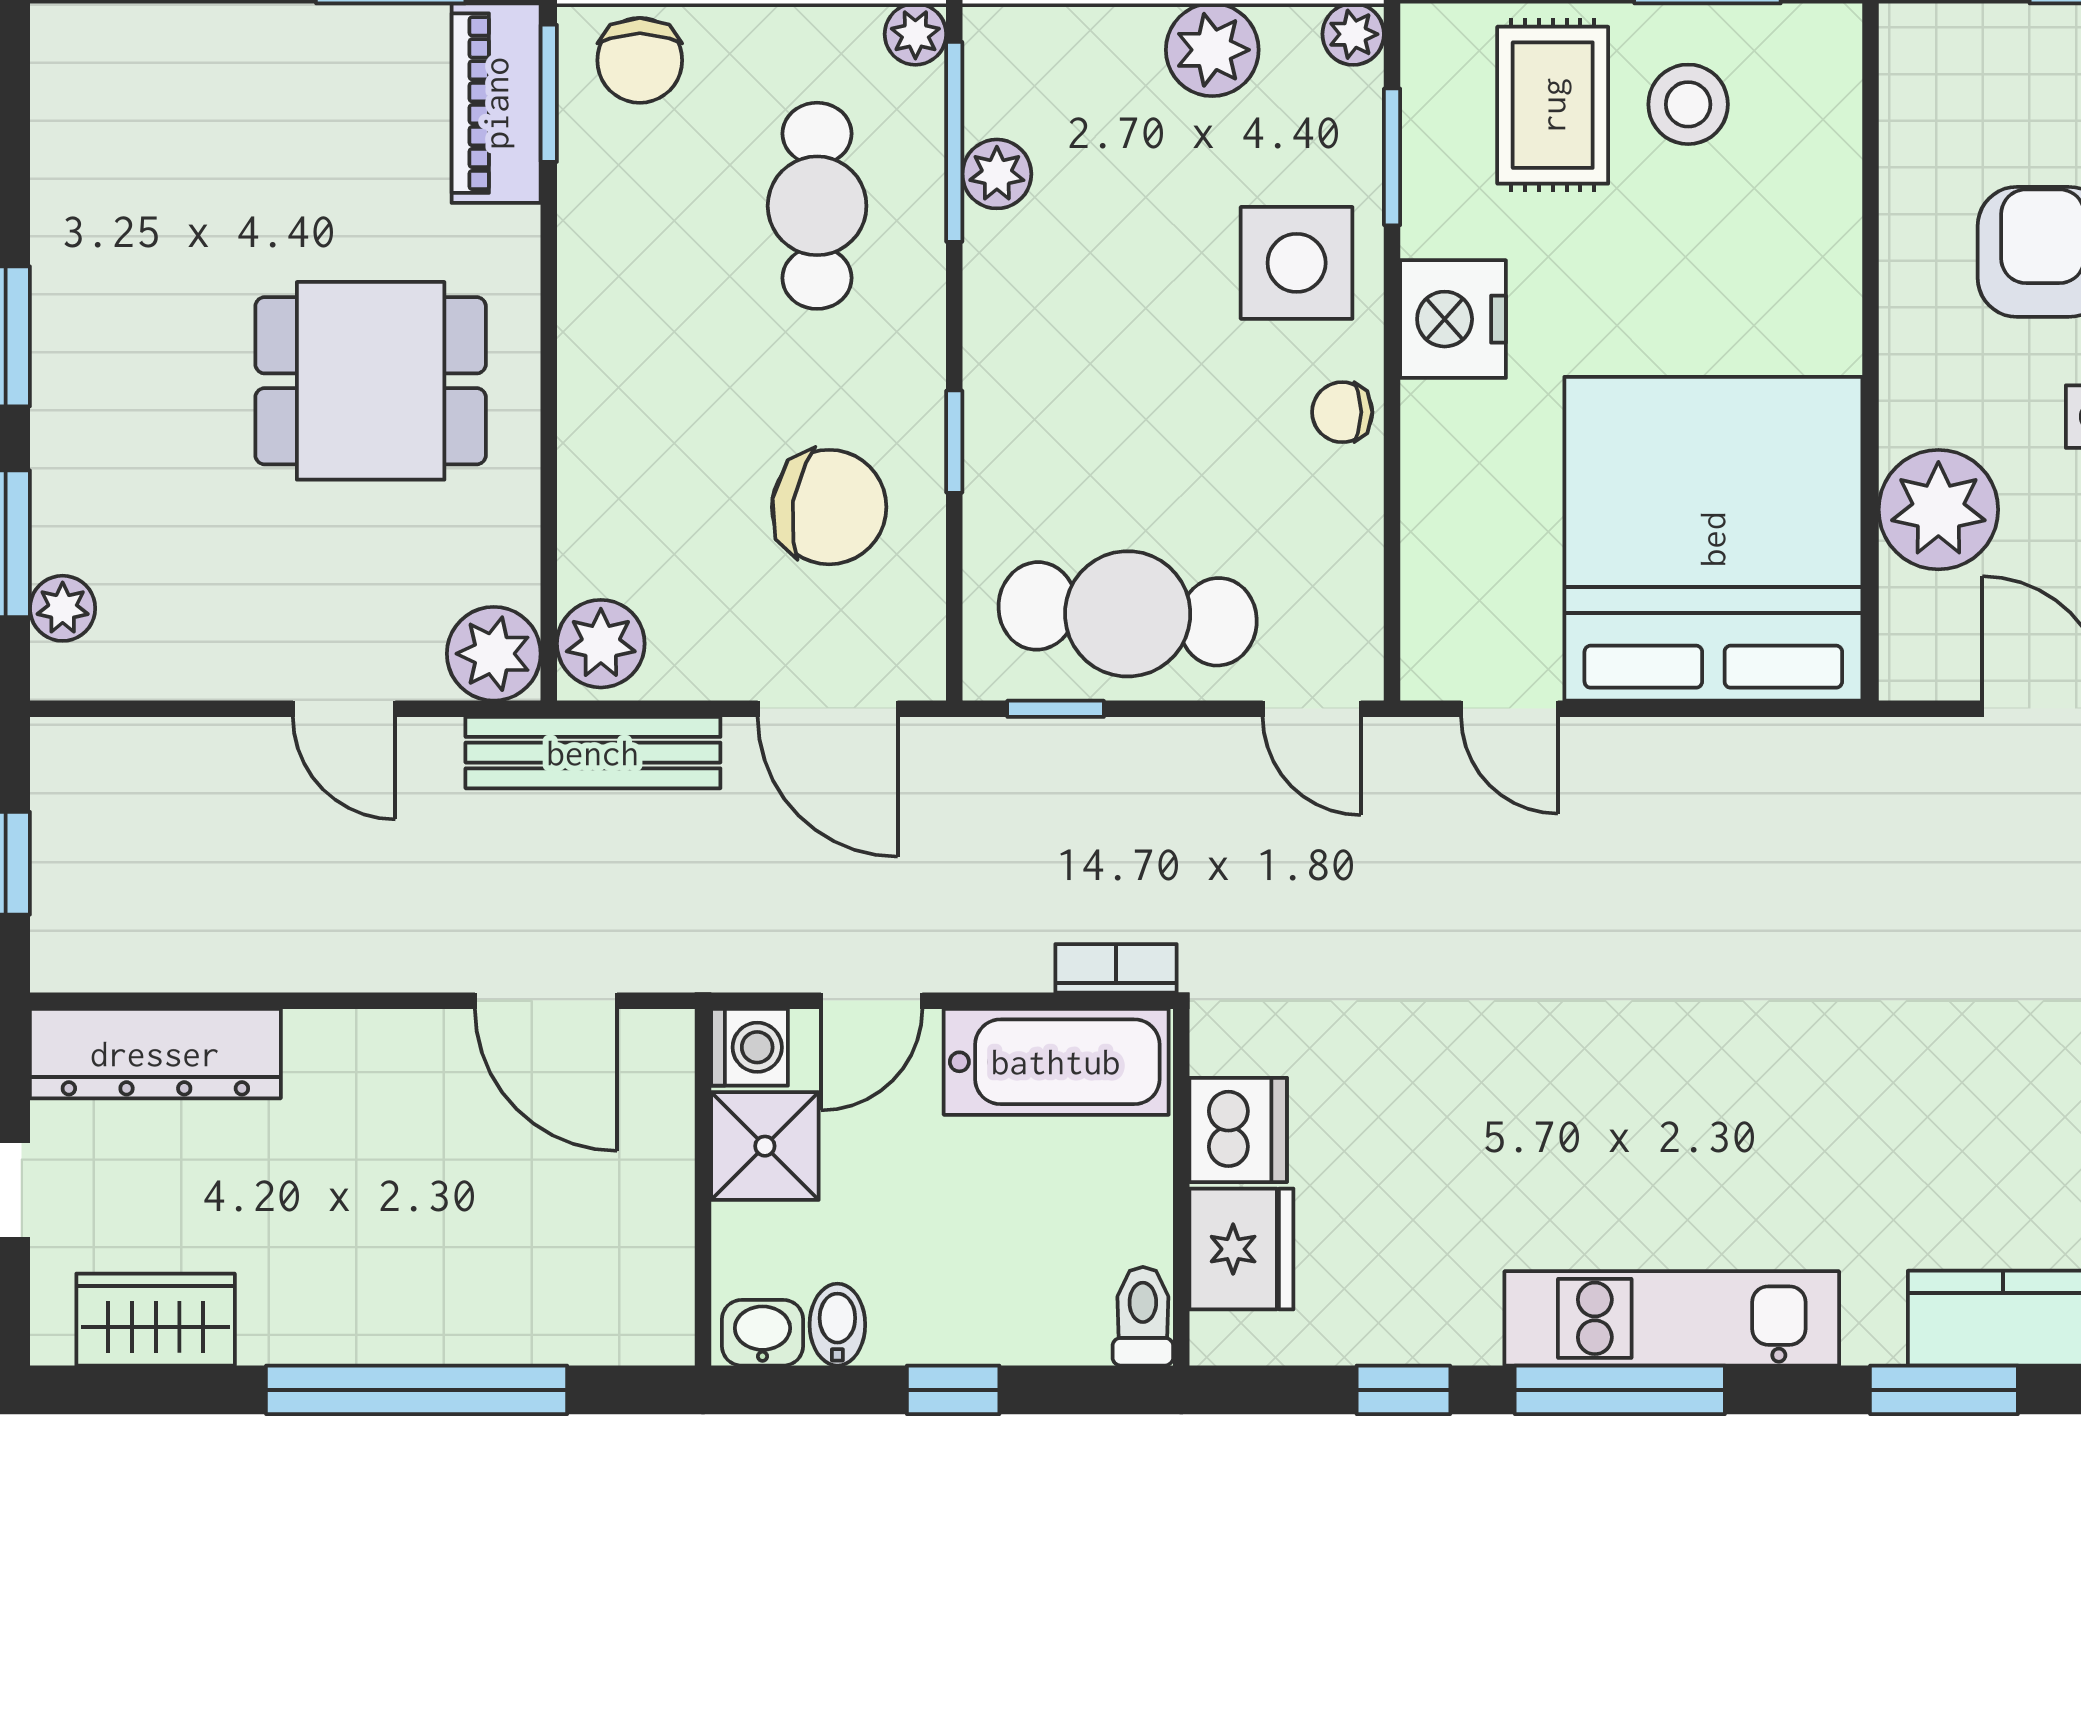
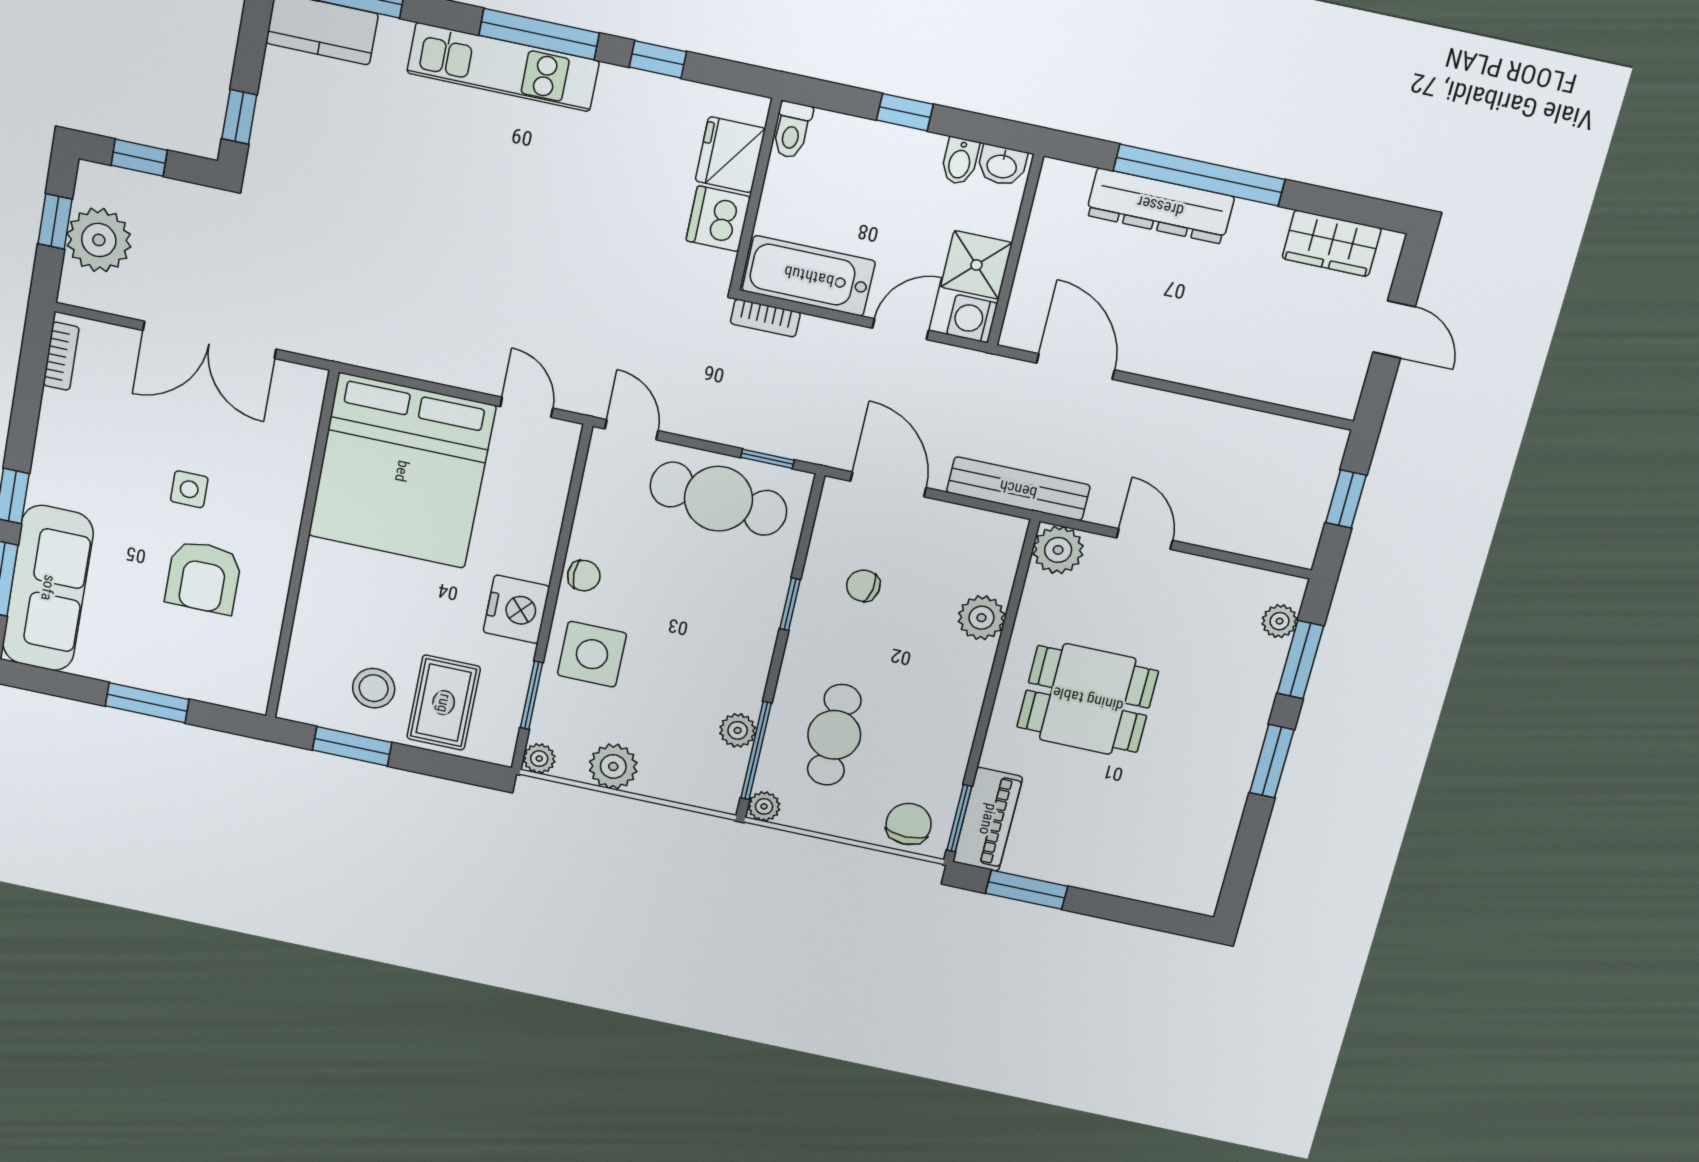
chair: (829, 507) -> (863, 586), width x0.54, depth x0.54
plant: (1938, 510) -> (281, 460), removed
plant: (601, 644) -> (981, 618), moved
dresser: (155, 1054) -> (1160, 206), moved, turned 180

